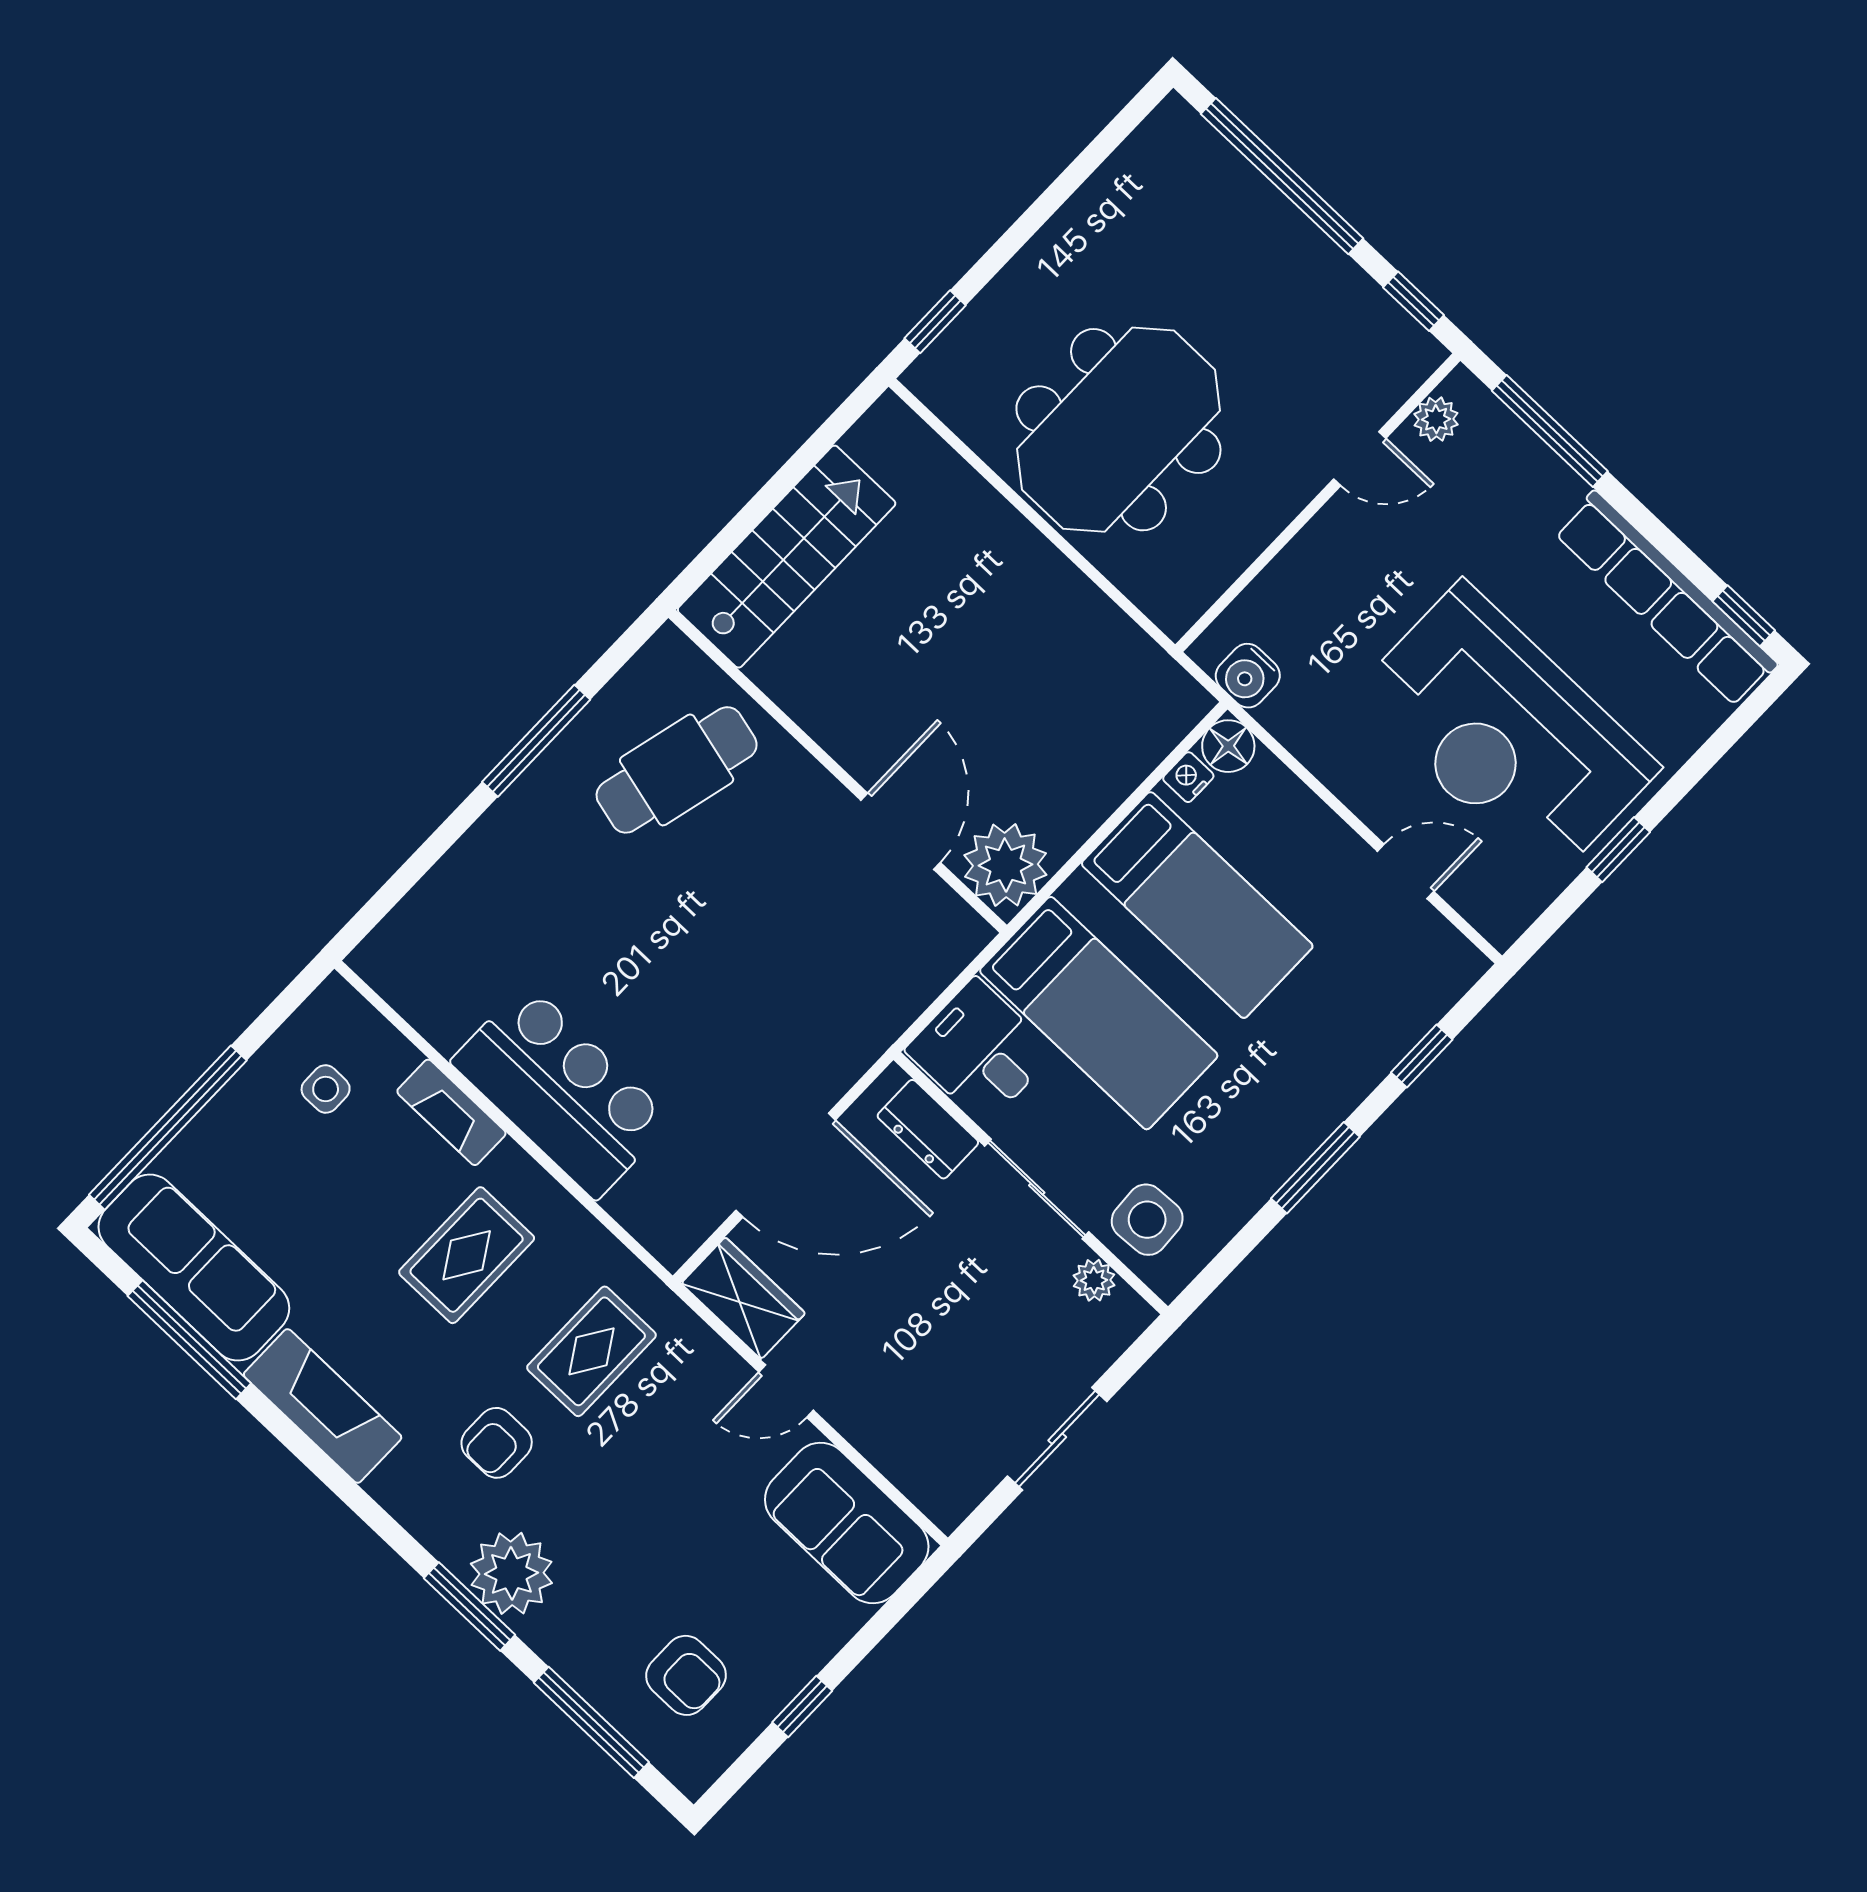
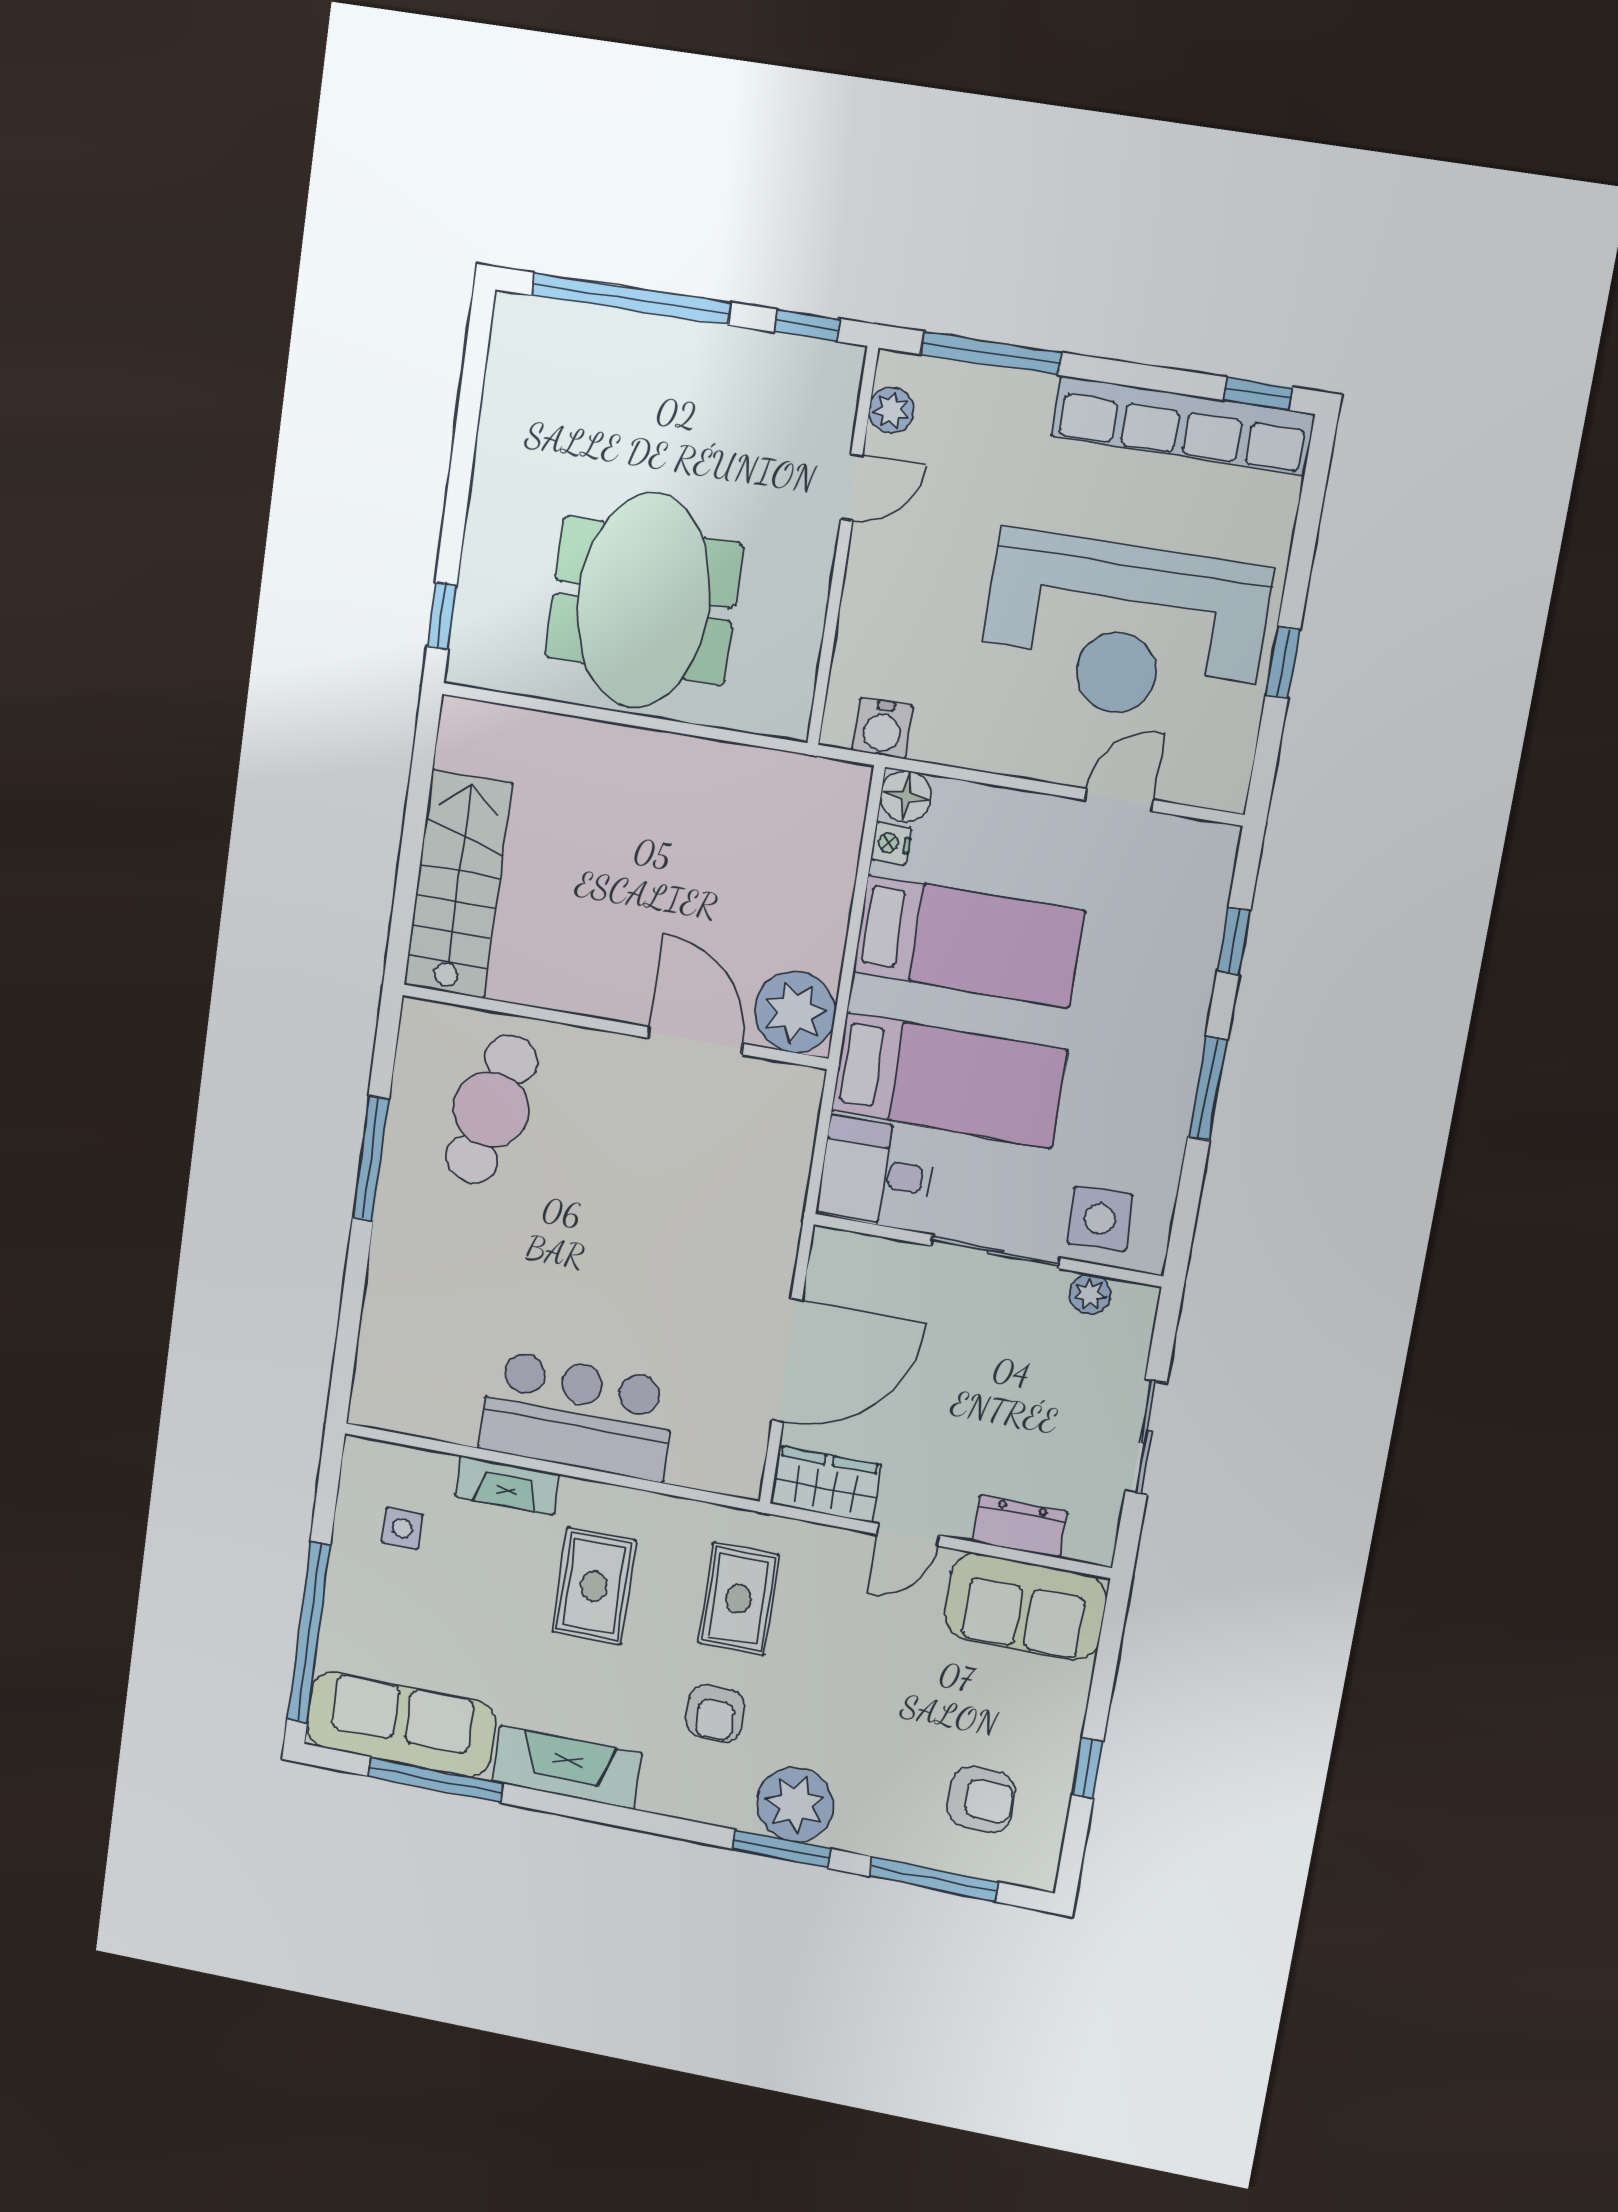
dresser: (928, 1129) -> (1020, 1526), moved, turned 180

